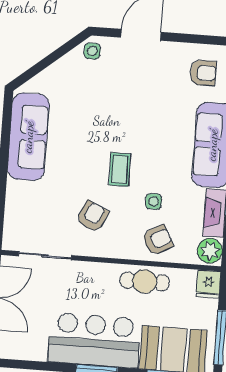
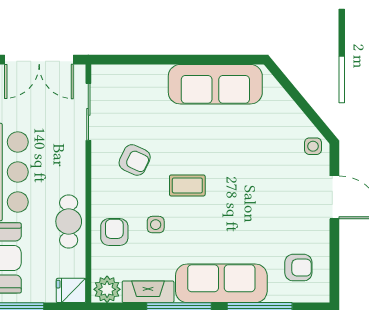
armchair: (203, 73) -> (298, 268), turned -90
armchair: (158, 240) -> (114, 232), turned -152

